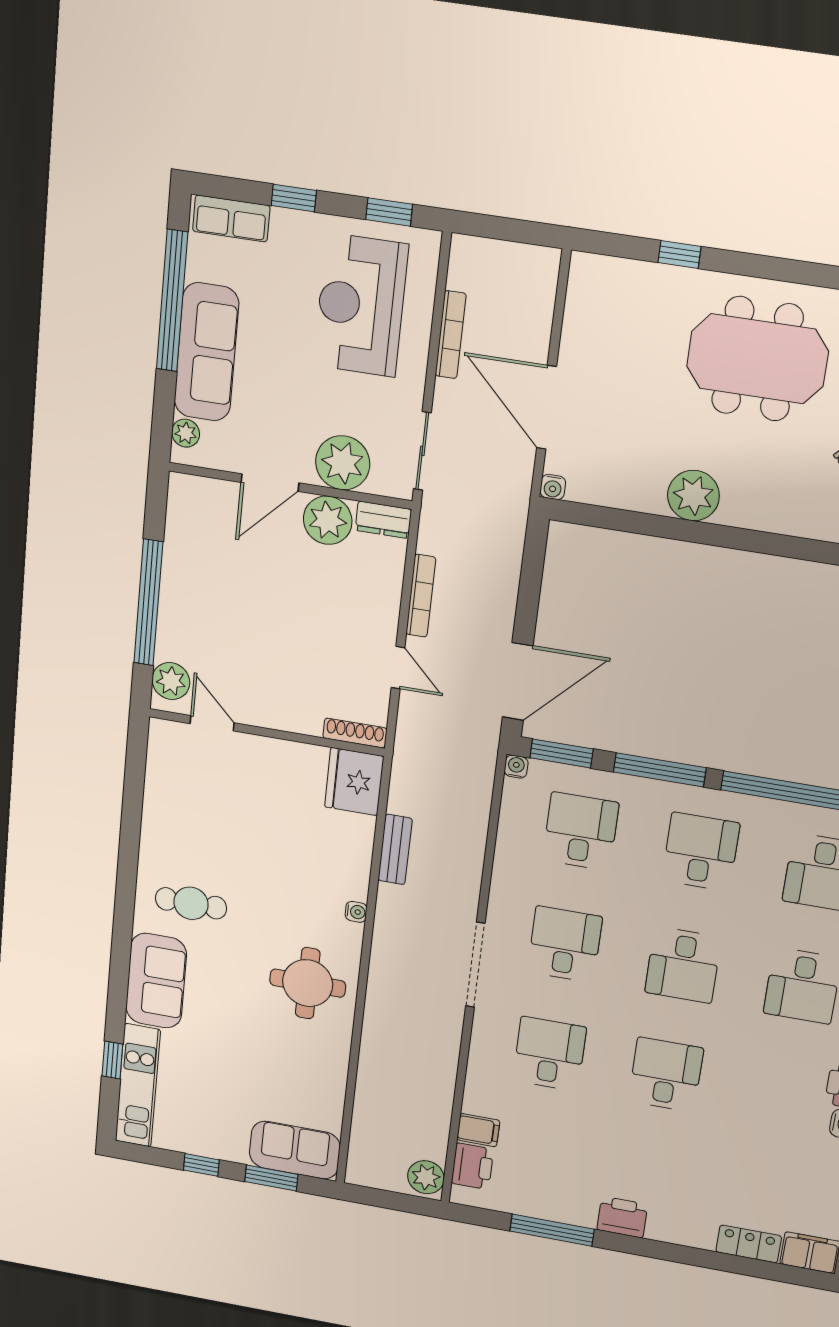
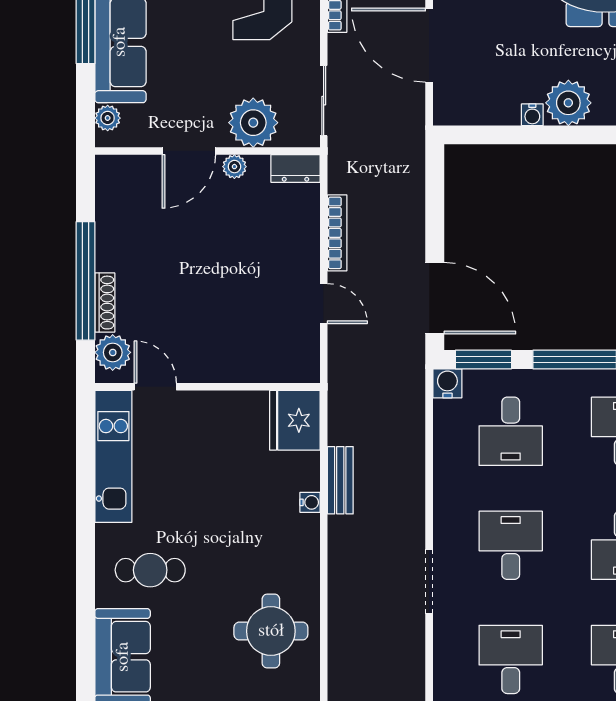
water cooler: (553, 487) -> (532, 115), moved
plant: (328, 520) -> (234, 167), width x0.53, depth x0.53
door: (518, 682) -> (435, 298), hinge flipped
shoe rack: (355, 733) -> (105, 303), moved, turned 90
water cooler: (516, 767) -> (447, 383), width x1.38, depth x1.38
kitchen unit: (163, 786) -> (113, 456), added
desk: (581, 831) -> (511, 431), turned 180
water cooler: (356, 912) -> (310, 502), moved
doorway: (475, 965) -> (429, 582), width x0.73

